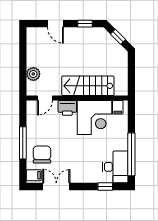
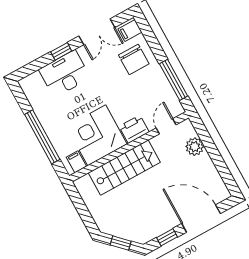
door: (55, 24) -> (201, 219), width x1.87
window: (23, 143) -> (174, 80), moved
window: (131, 154) -> (42, 137), moved
desk: (115, 167) -> (65, 74), moved, turned 90
window: (105, 187) -> (61, 51), moved

